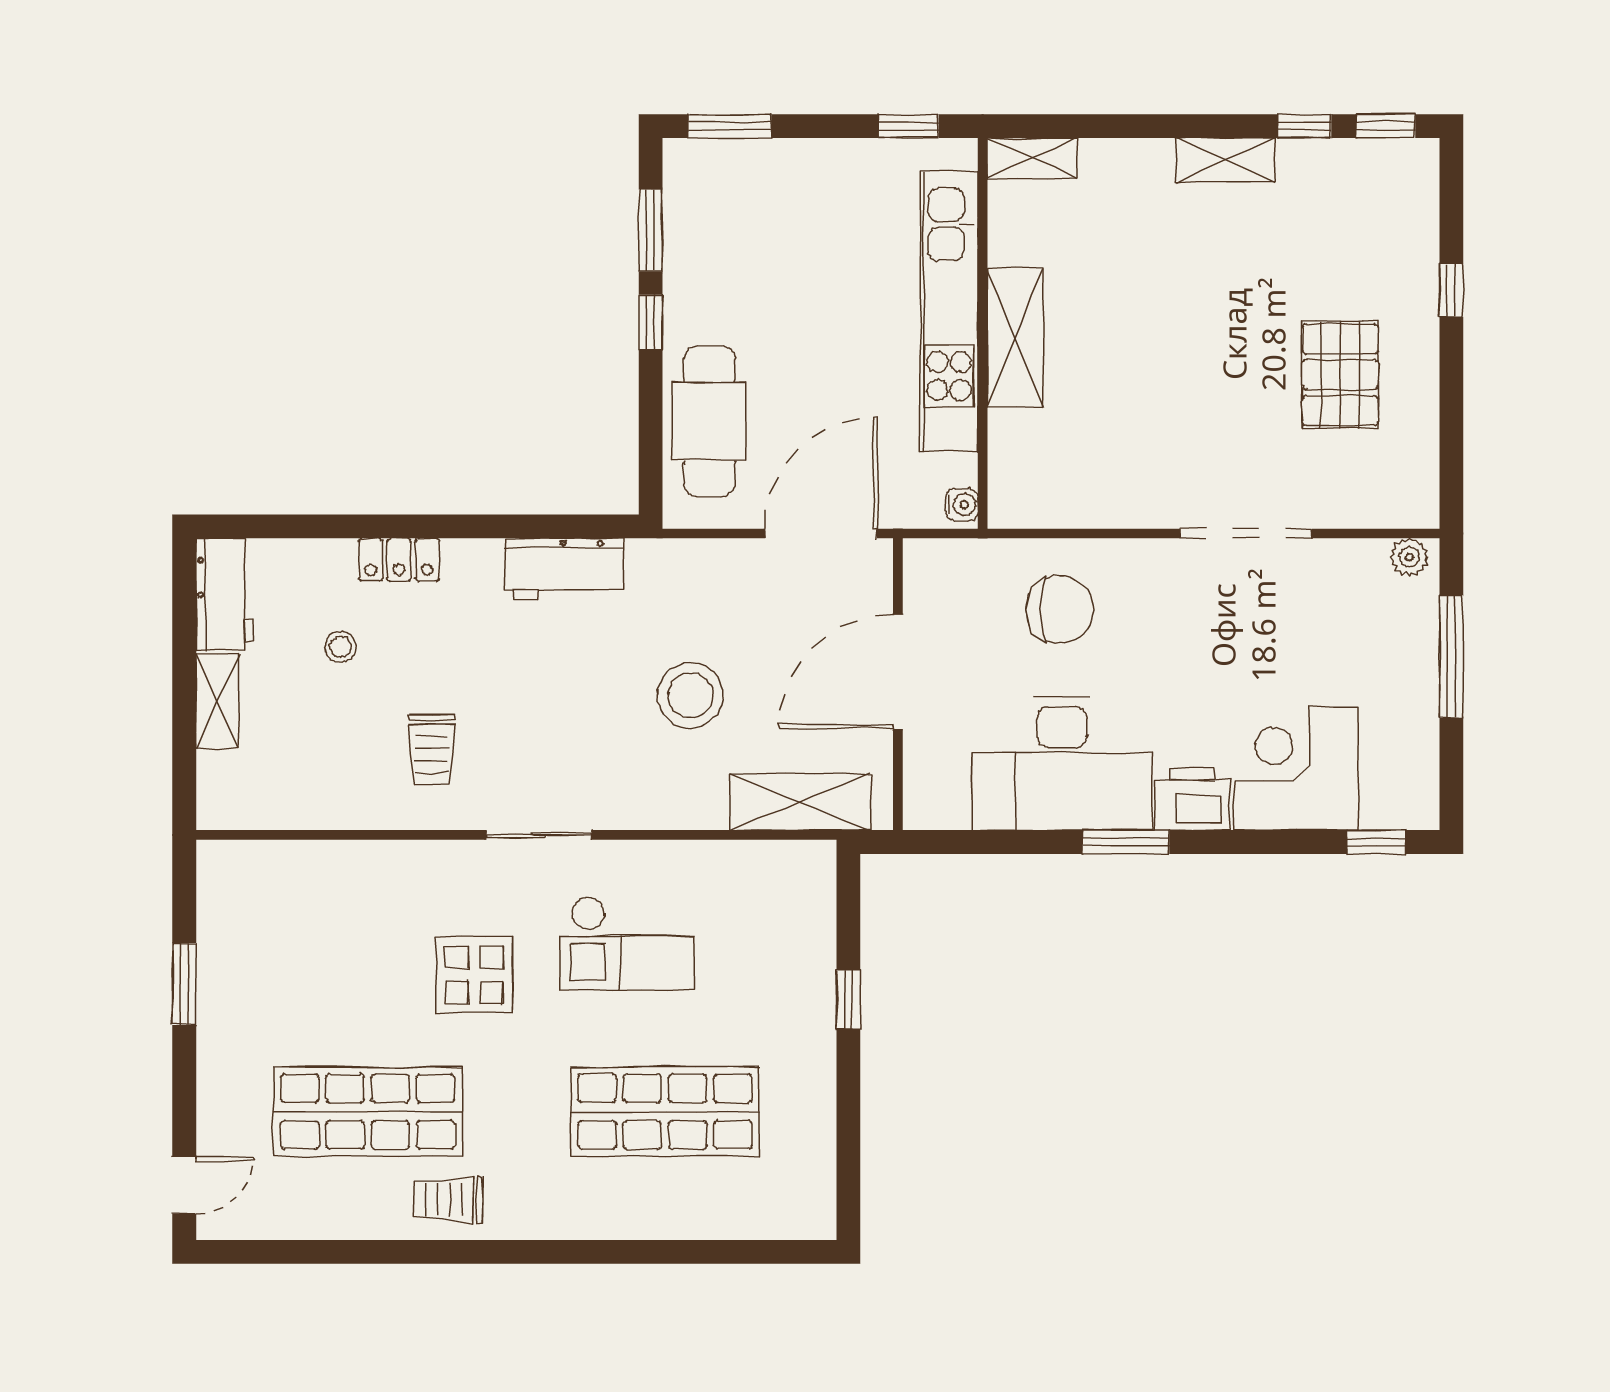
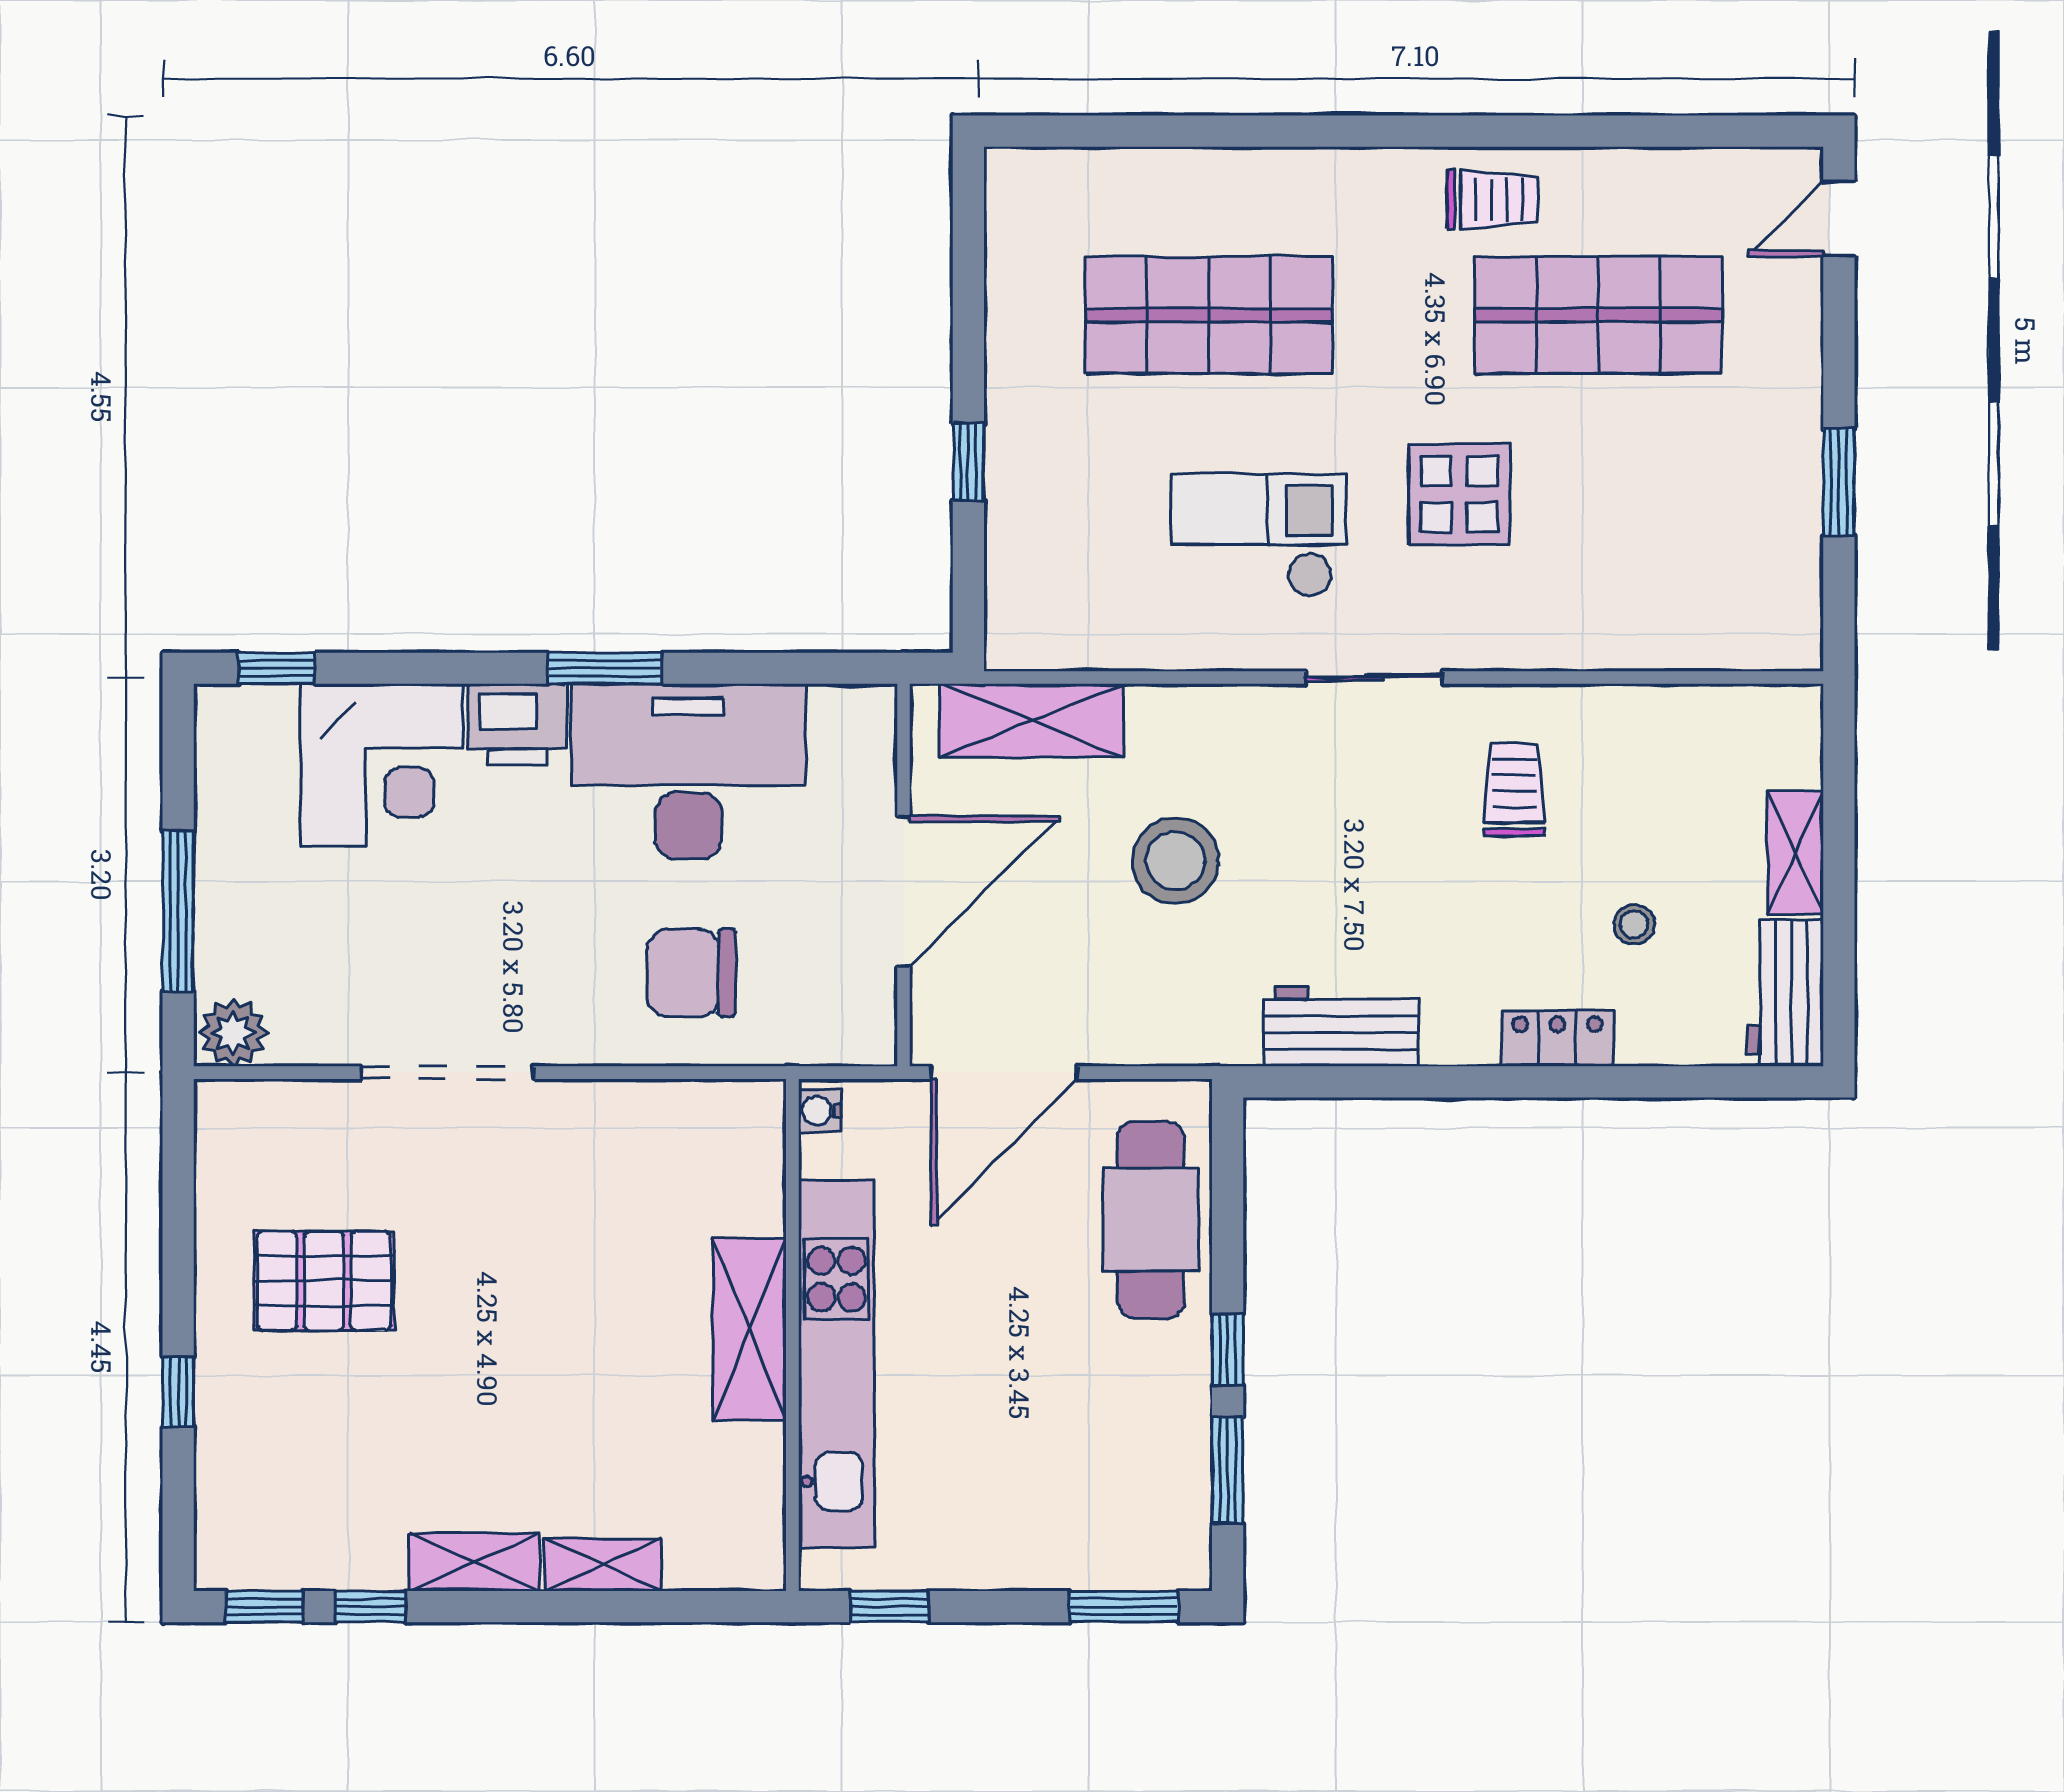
shelving: (1032, 158) -> (602, 1565), moved
pallet: (1340, 375) -> (324, 1281), turned 90
plant: (1409, 557) -> (233, 1033), width x1.38, depth x1.38

